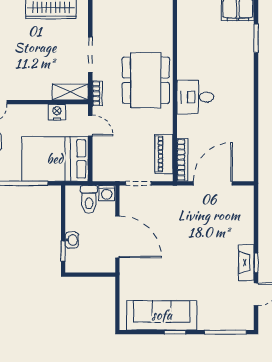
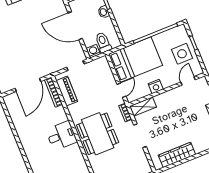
nightstand: (57, 112) -> (156, 86), moved
door: (90, 126) -> (122, 90), swing flipped

